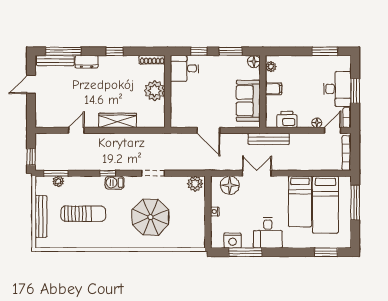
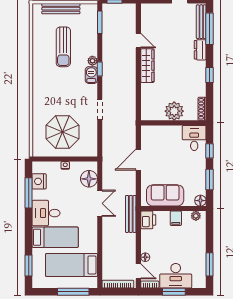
printer: (287, 119) -> (148, 220), moved
wardrobe: (118, 120) -> (147, 66), moved
plant: (58, 181) -> (92, 61), moved
plant: (195, 184) -> (90, 148), removed
bed: (300, 201) -> (55, 237), moved, turned 180
parasol: (150, 217) -> (63, 132), moved

